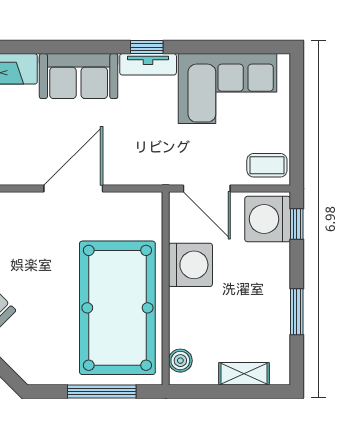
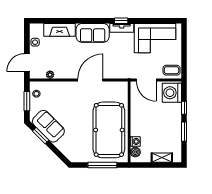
window: (297, 224) -> (184, 108), moved
washing machine: (190, 265) -> (135, 141), moved, width x0.53, depth x0.53

